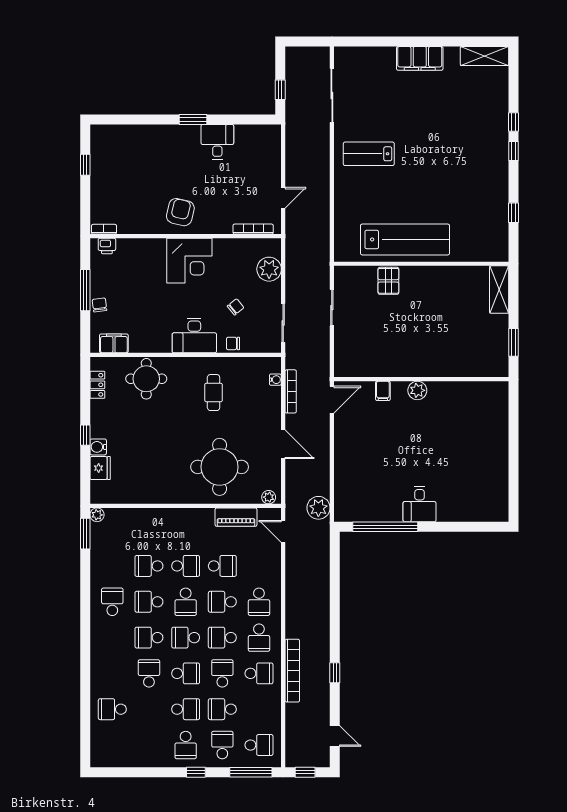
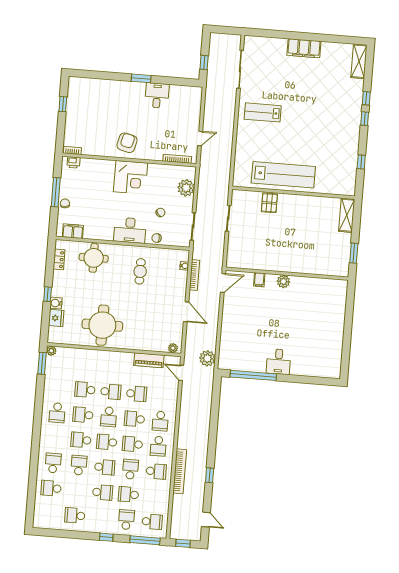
shelving: (485, 56) -> (359, 61), moved, turned 90
round table: (220, 467) -> (102, 325), moved
school desk: (112, 602) -> (57, 413), turned 180
school desk: (112, 673) -> (53, 463), added
school desk: (186, 745) -> (75, 515), moved, turned 90

